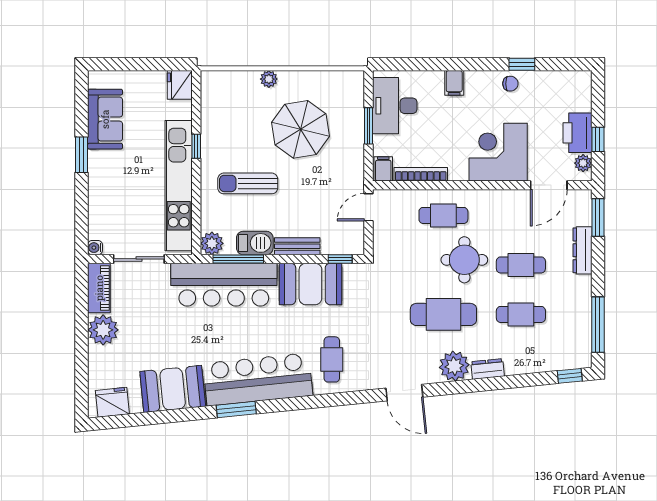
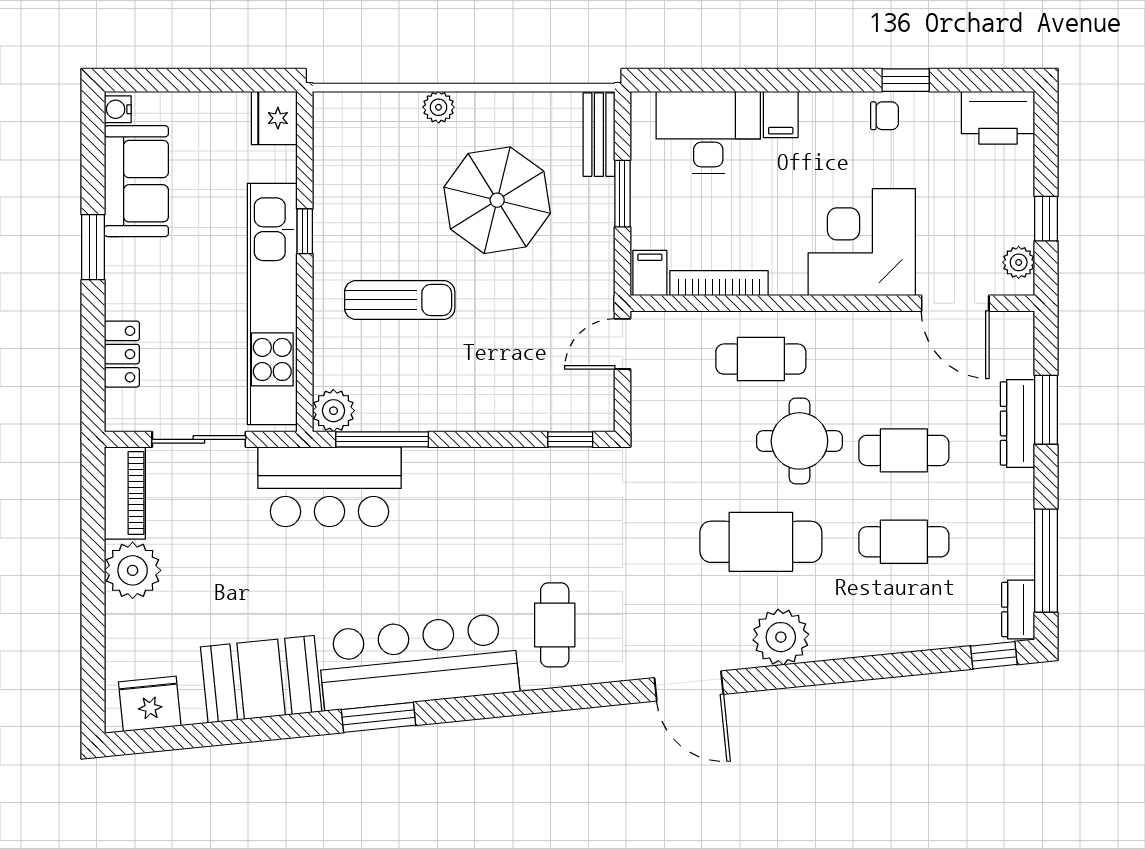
desk: (395, 106) -> (708, 132), moved, turned 90
printer: (577, 133) -> (998, 118), moved, turned -90
sun lounger: (248, 183) -> (400, 300), turned 180
door: (549, 185) -> (955, 303), hinge flipped
locker: (97, 213) -> (122, 354), added
window: (598, 217) -> (1046, 410), moved
barbecue: (255, 243) -> (413, 410), removed
bench: (297, 246) -> (599, 135), moved, turned 90
water cooler: (95, 248) -> (118, 109), moved
booth: (310, 284) -> (515, 486), removed
bar counter: (224, 285) -> (329, 487), width x0.73
dresser: (487, 369) -> (1018, 610), moved, turned -84

